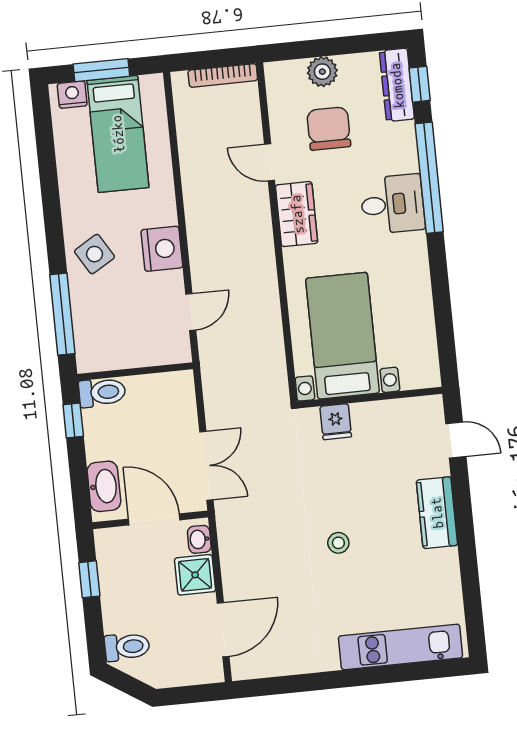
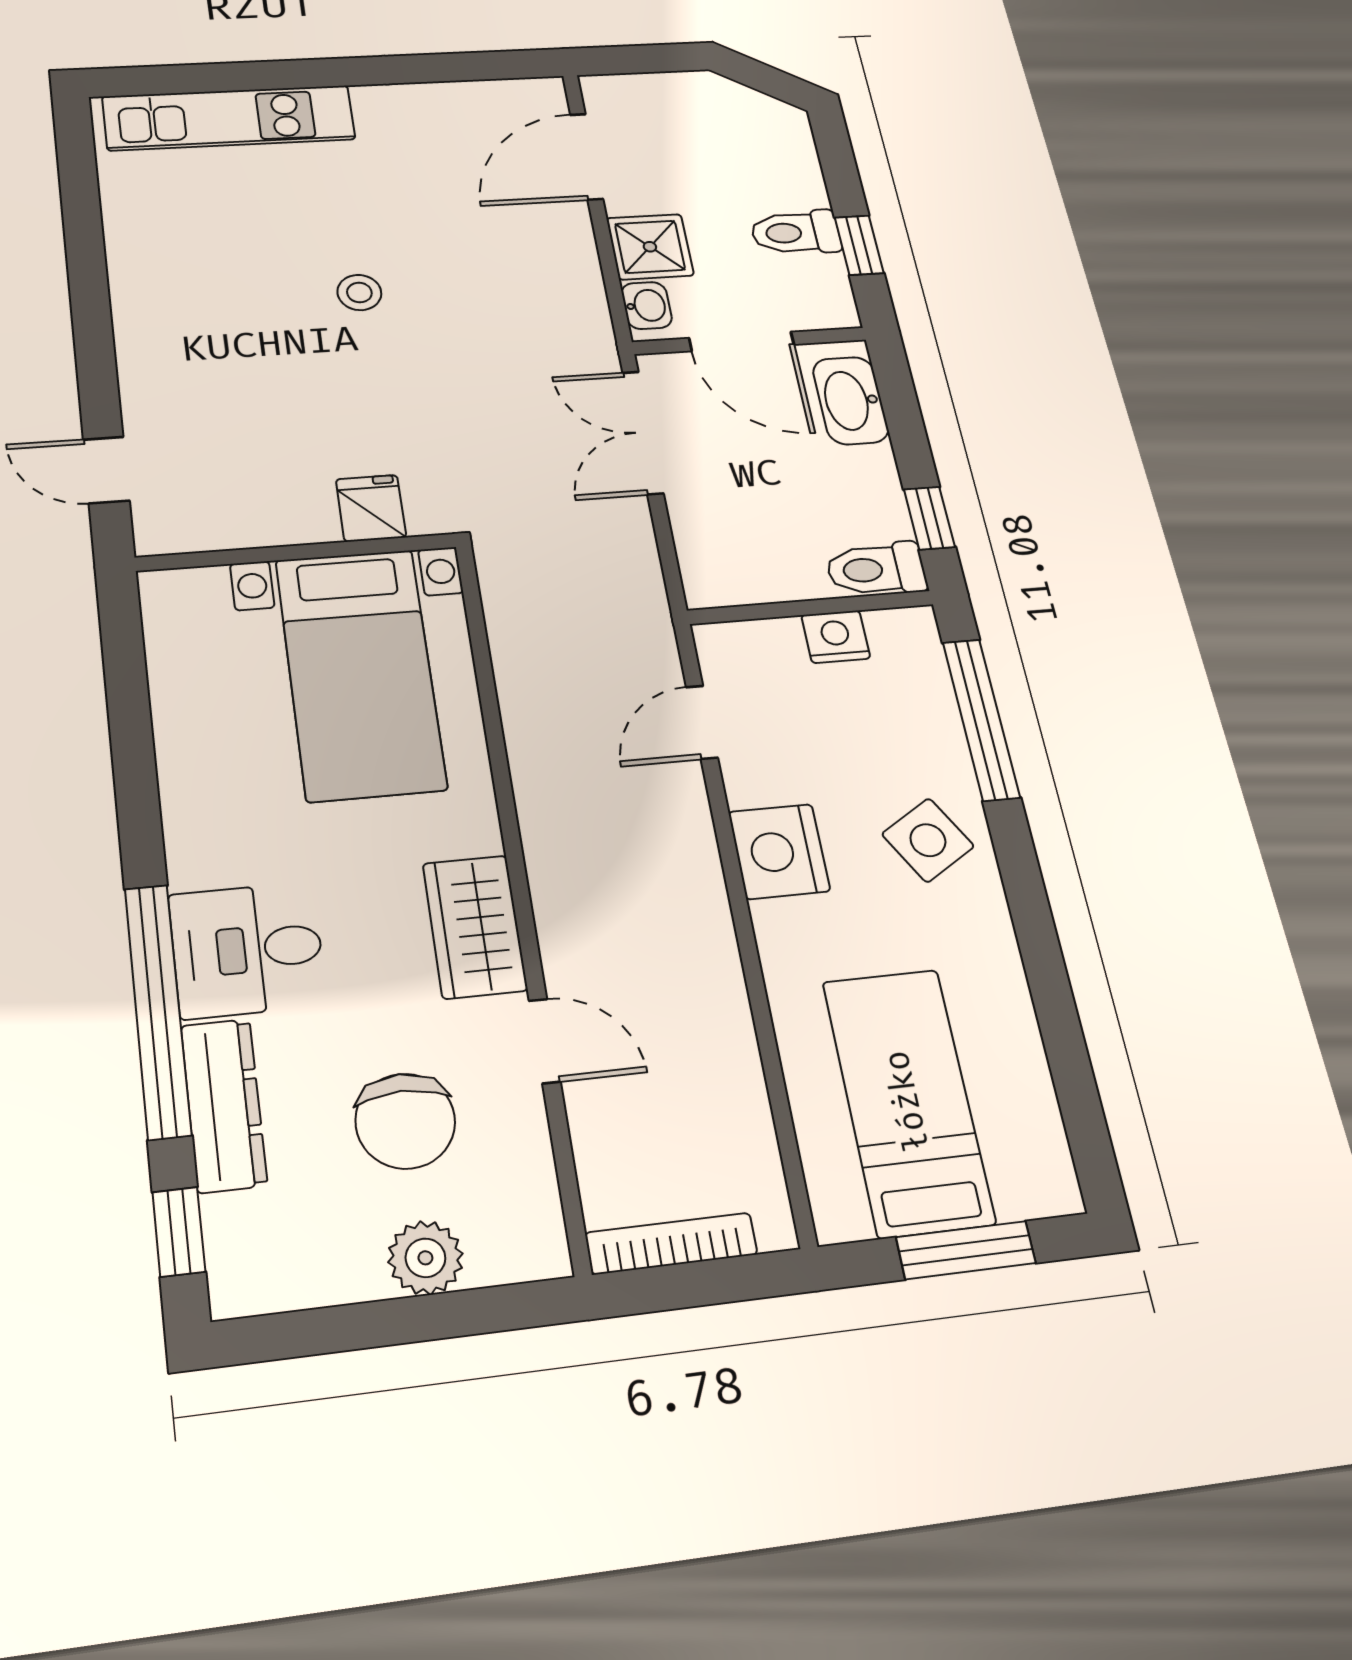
dresser: (397, 85) -> (224, 1105), moved
nightstand: (72, 95) -> (836, 637), moved, turned 180
kitchen counter: (437, 513) -> (150, 340), removed
toilet: (127, 647) -> (796, 232), moved

